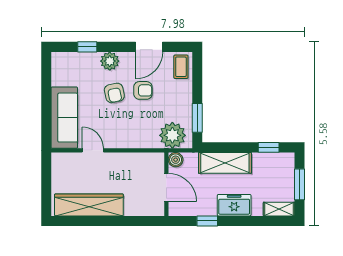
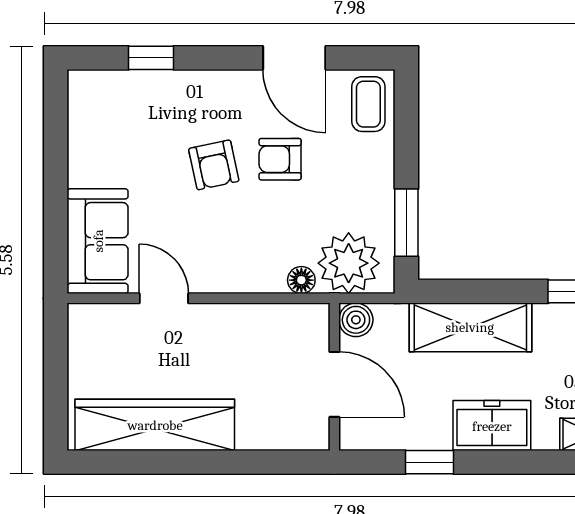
door: (149, 47) -> (294, 58), hinge flipped
plant: (110, 61) -> (203, 91), removed
armchair: (143, 90) -> (280, 159), turned 180
sofa: (64, 118) -> (98, 241), width x0.73
floor lamp: (152, 143) -> (301, 280), added

